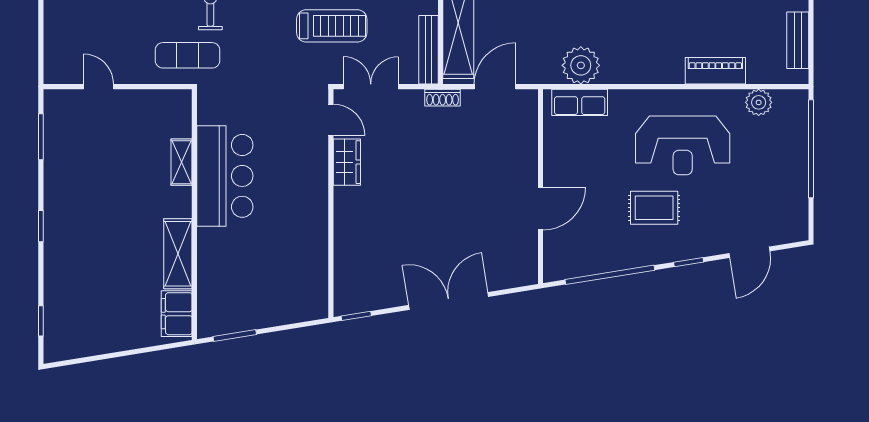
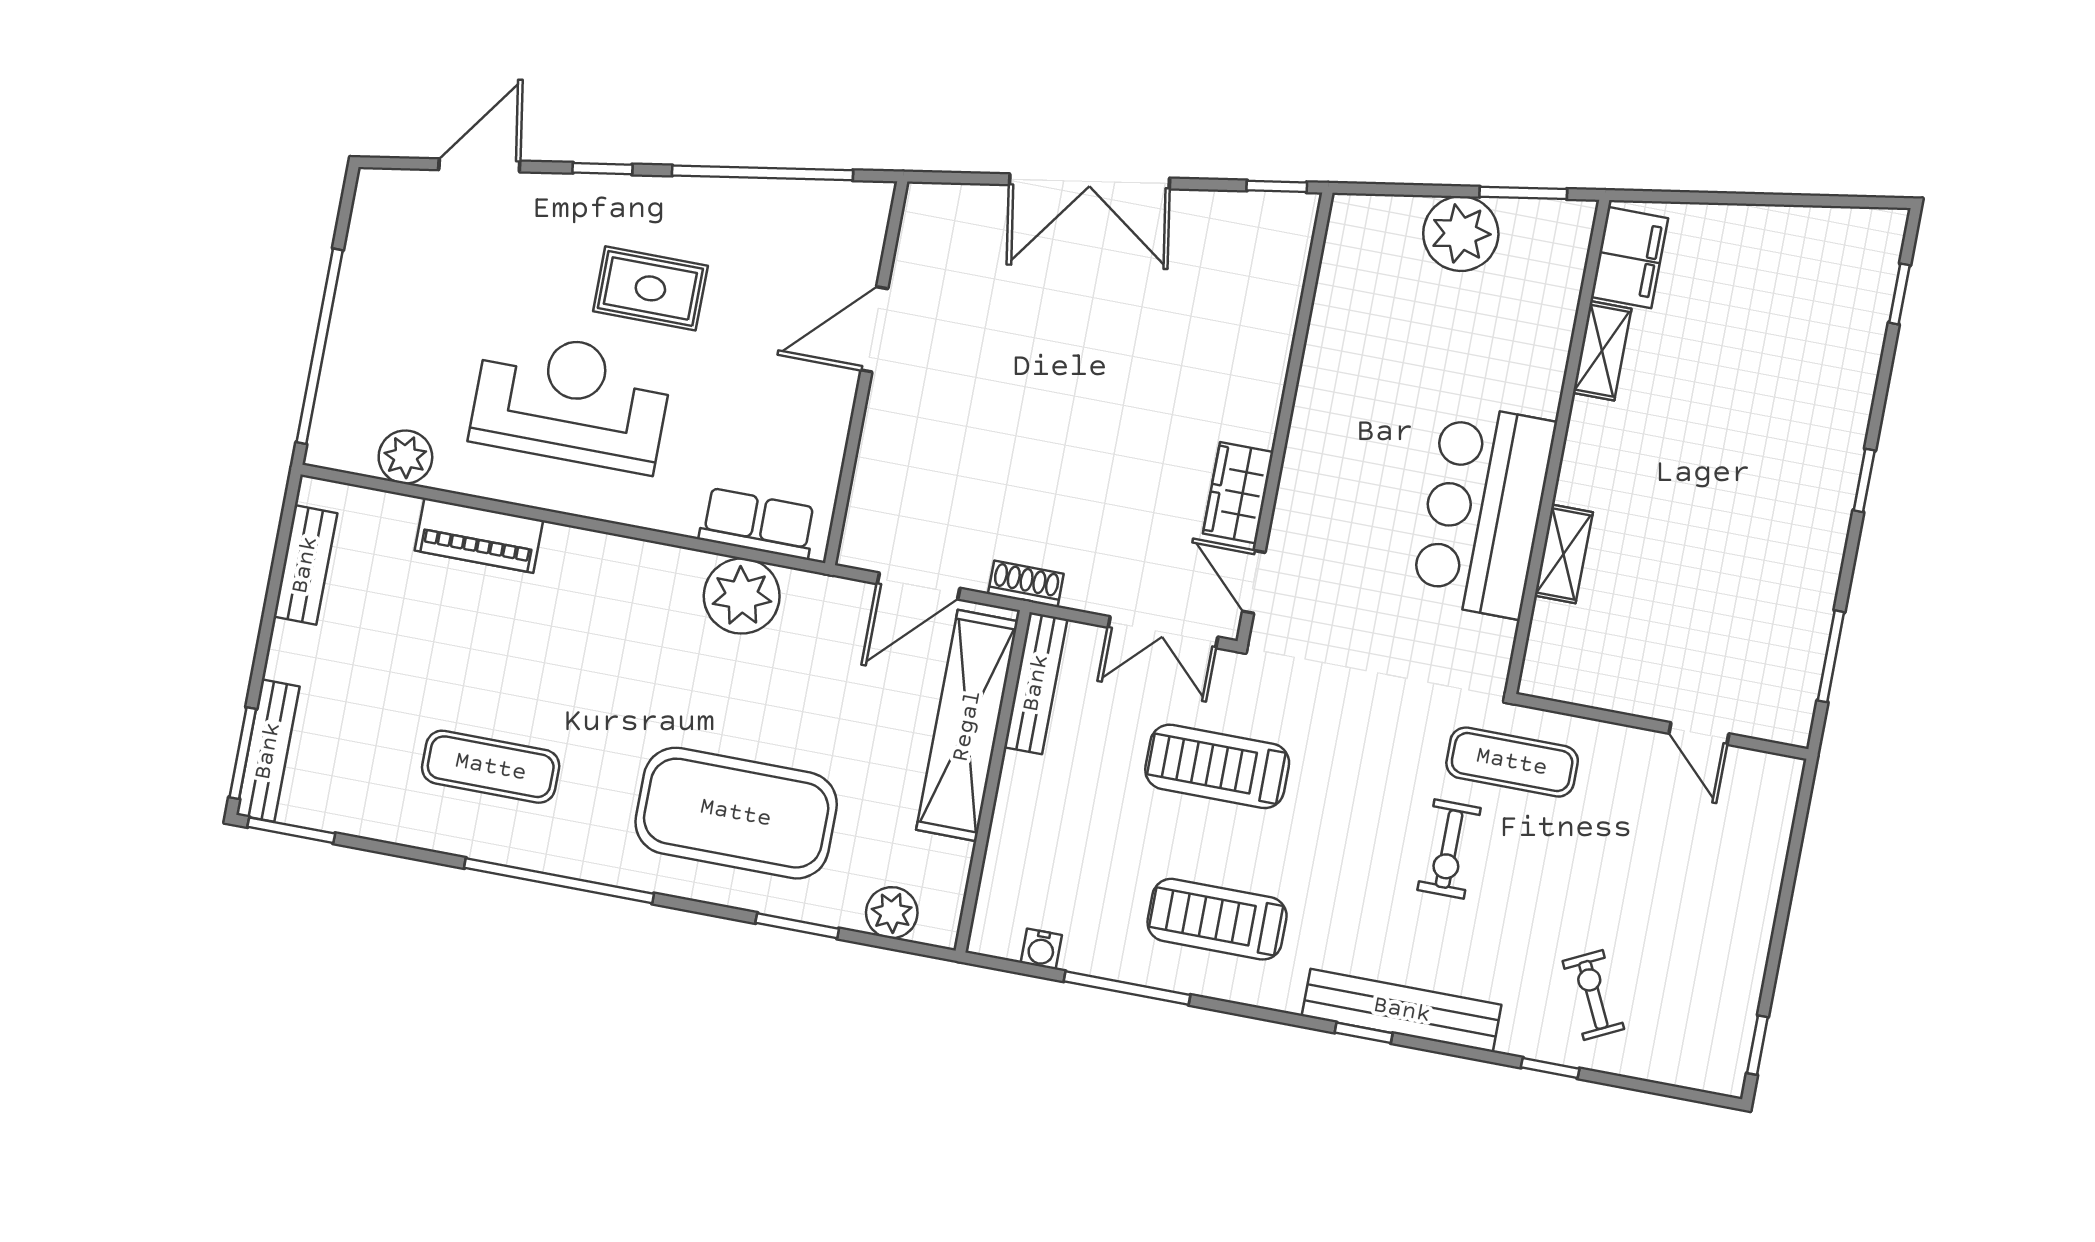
shelving: (178, 254) -> (1602, 351), width x0.67, depth x0.75
plant: (262, 310) -> (1461, 234), added

